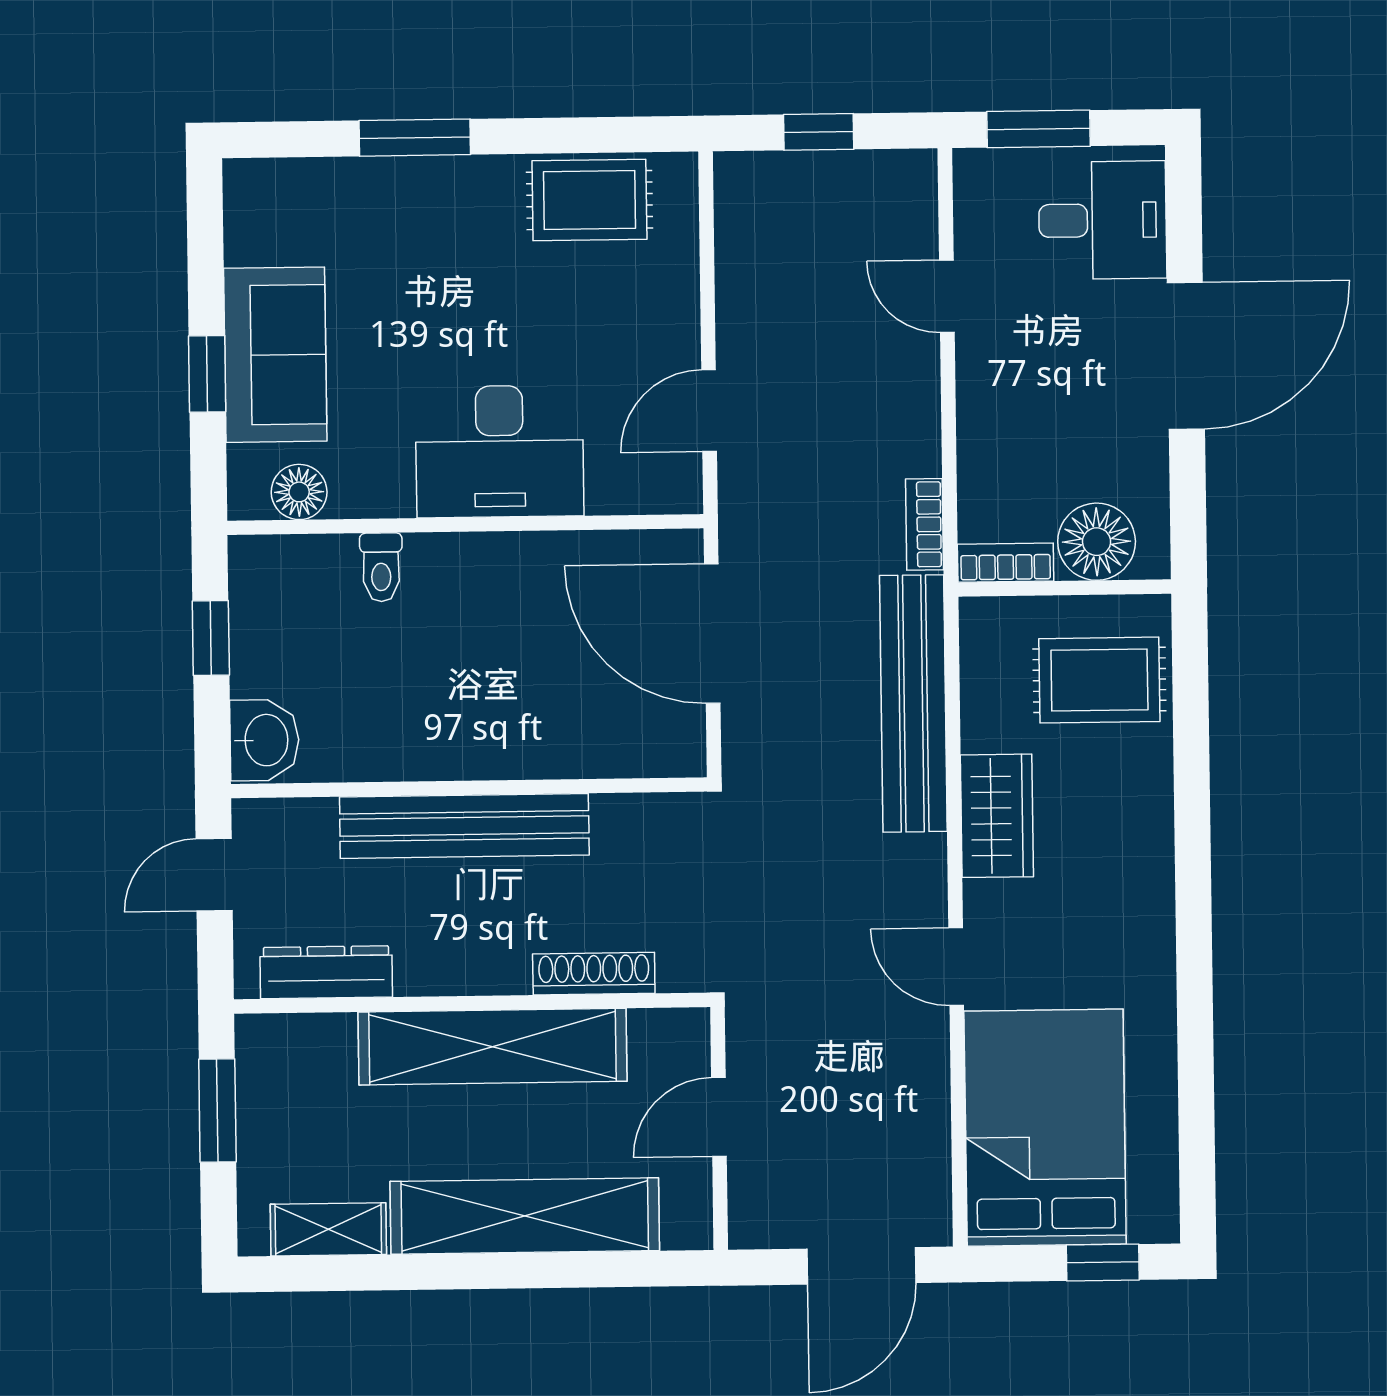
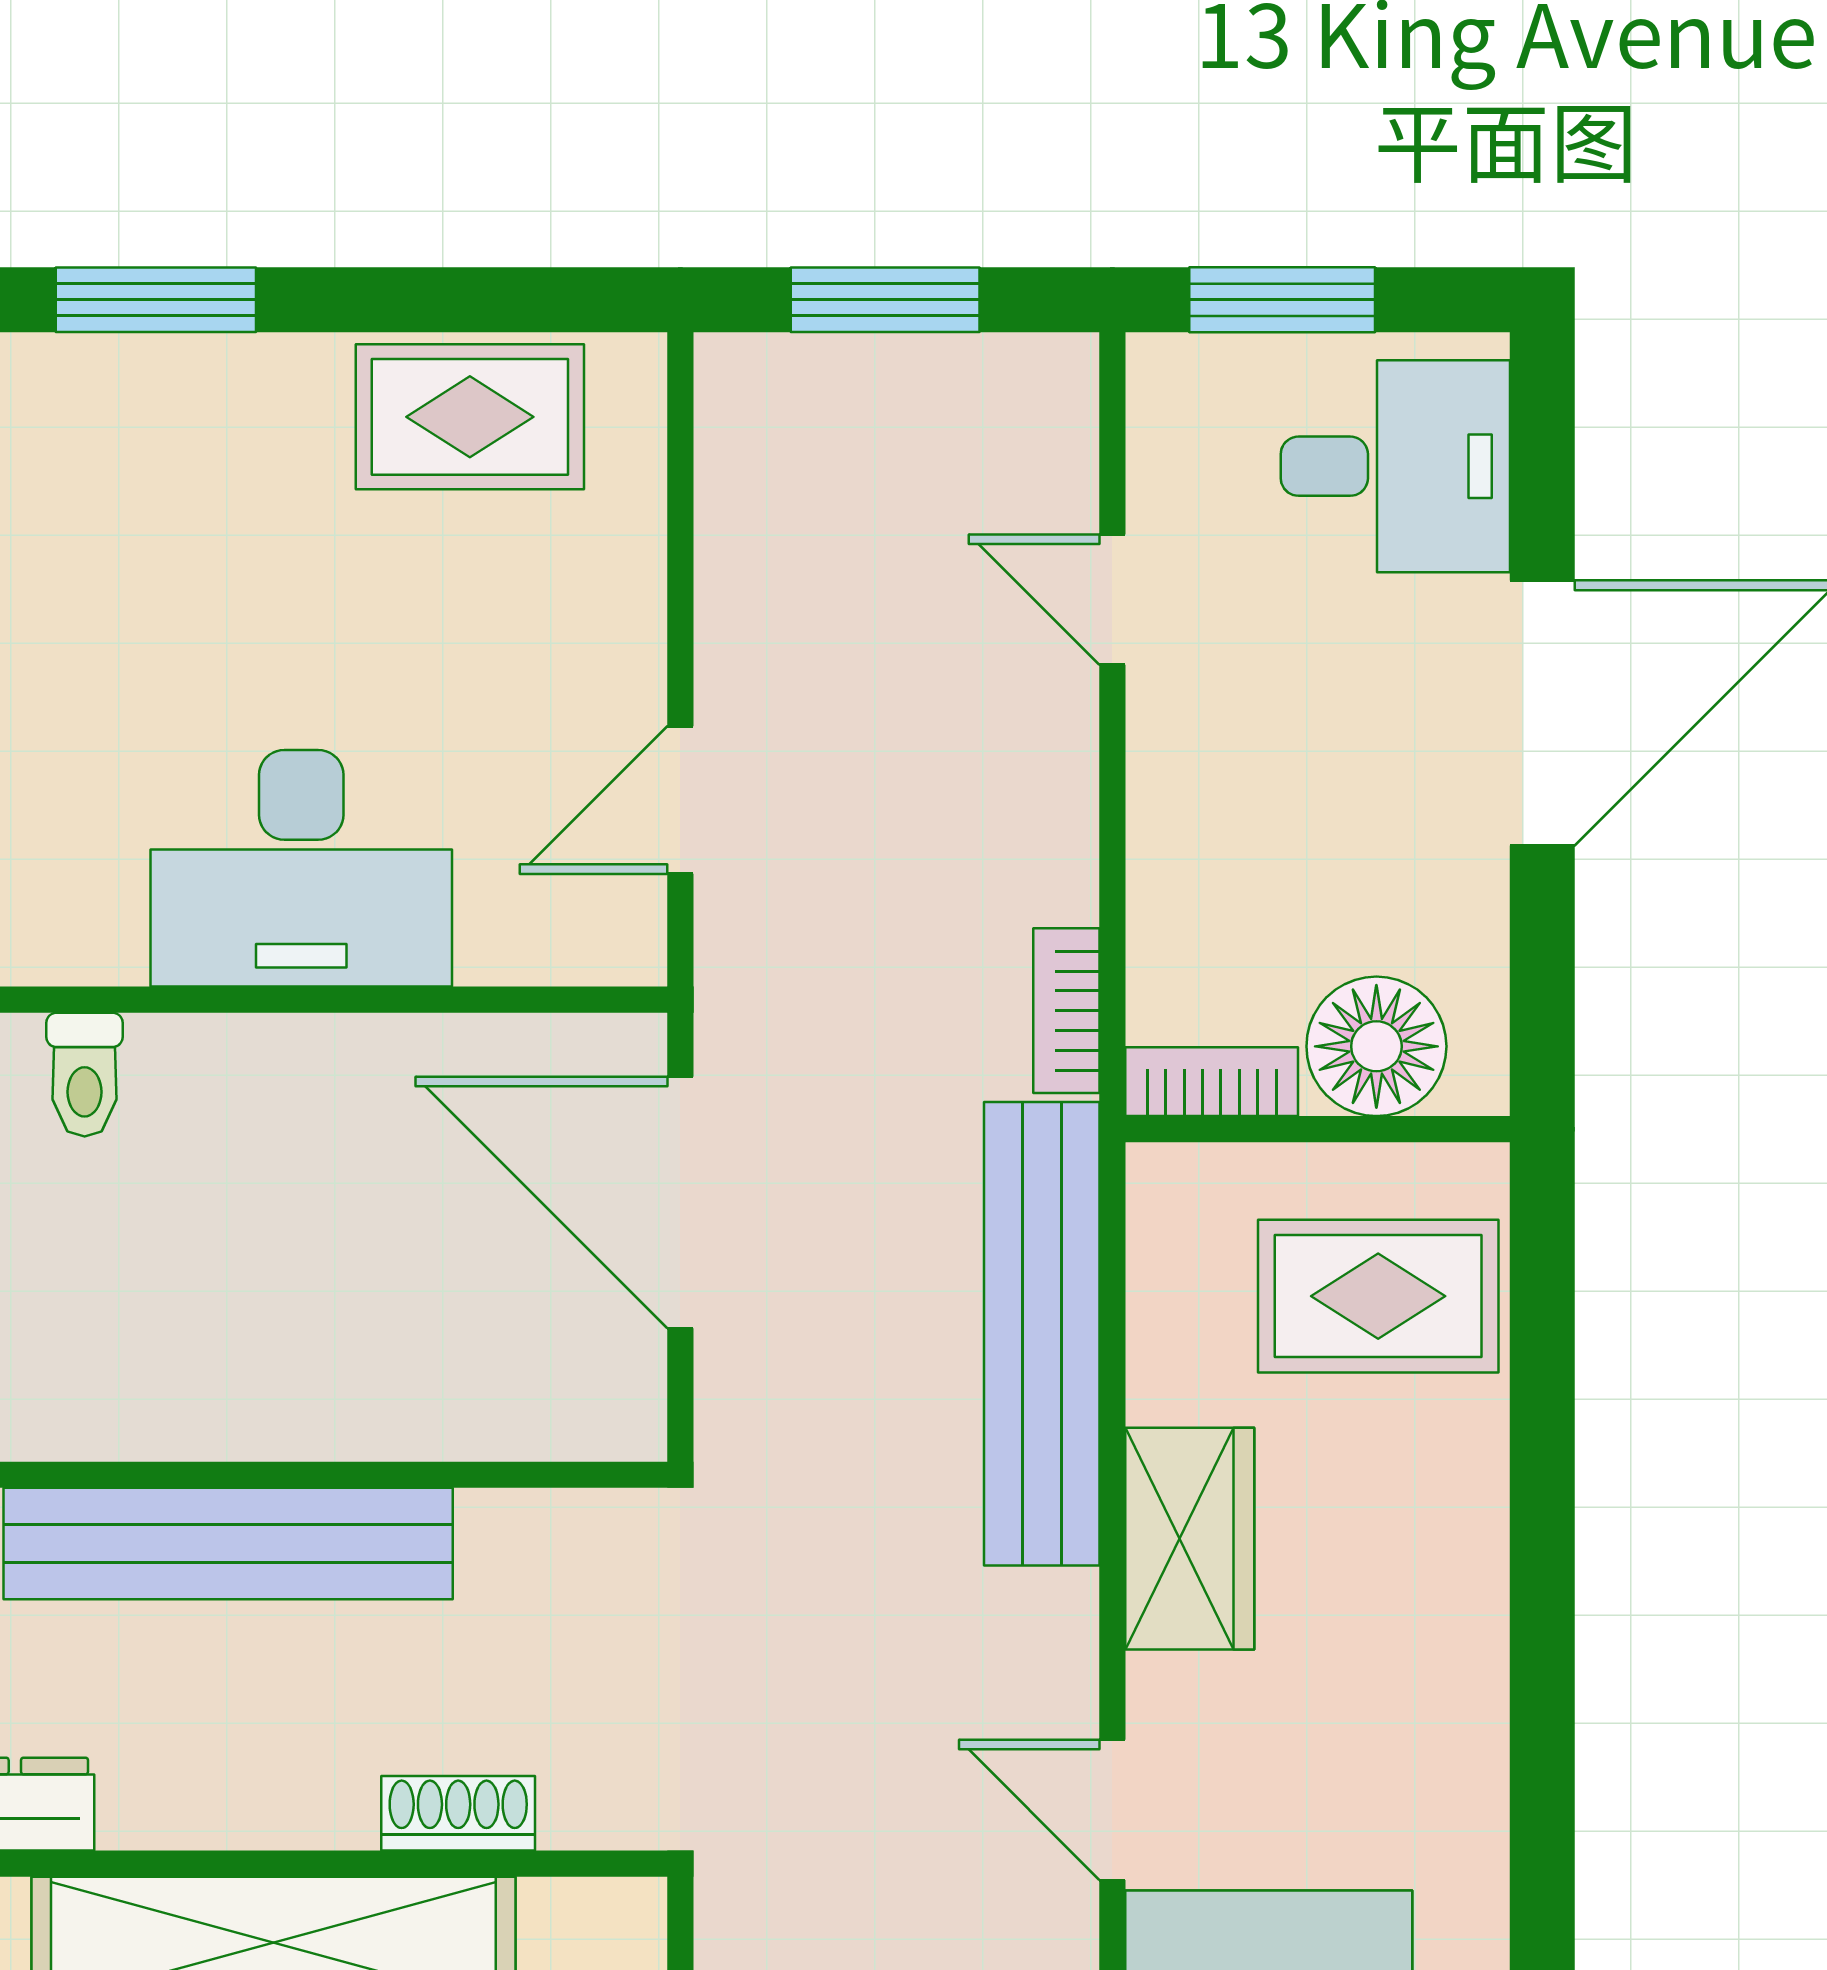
window: (819, 132) -> (885, 300), width x1.50
shoe rack: (594, 974) -> (458, 1813), width x0.70

